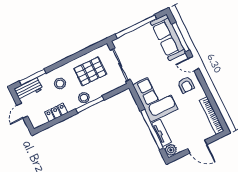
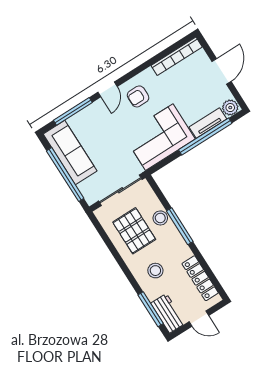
sofa: (168, 37) -> (70, 153), moved, turned -90
armchair: (186, 85) -> (138, 96), turned 180
stool: (84, 98) -> (160, 218), moved
locker: (56, 112) -> (200, 278), width x1.53

